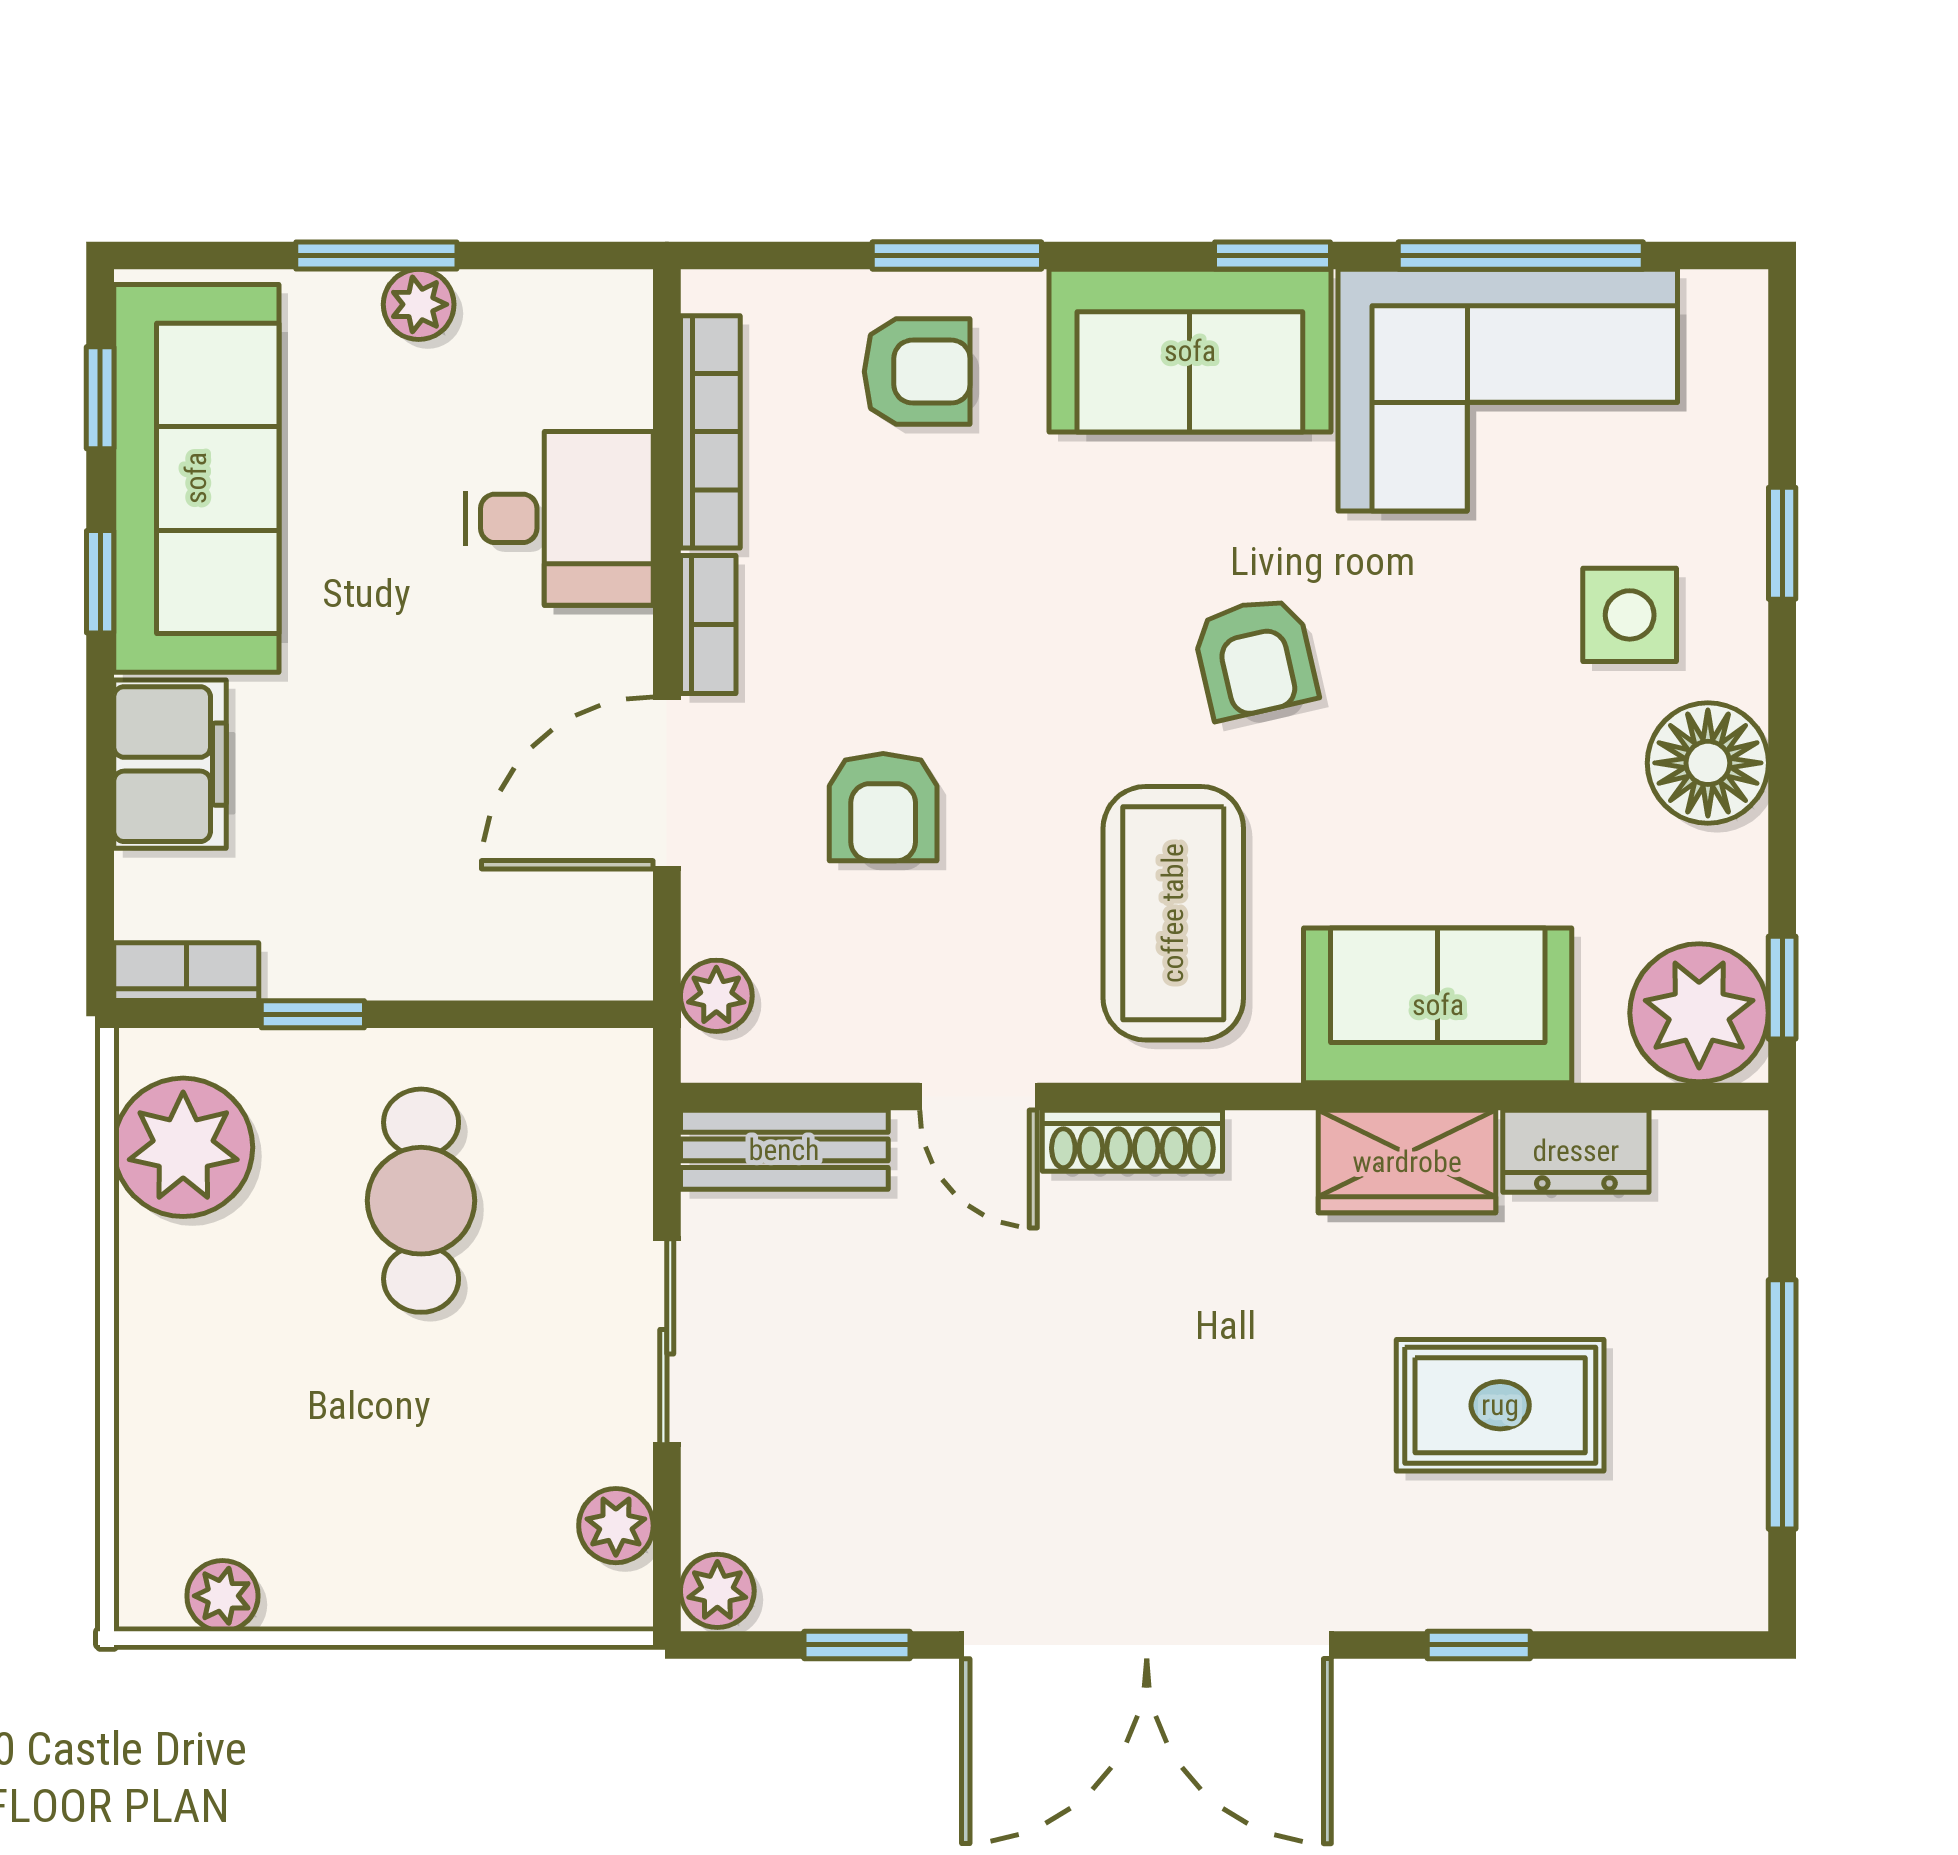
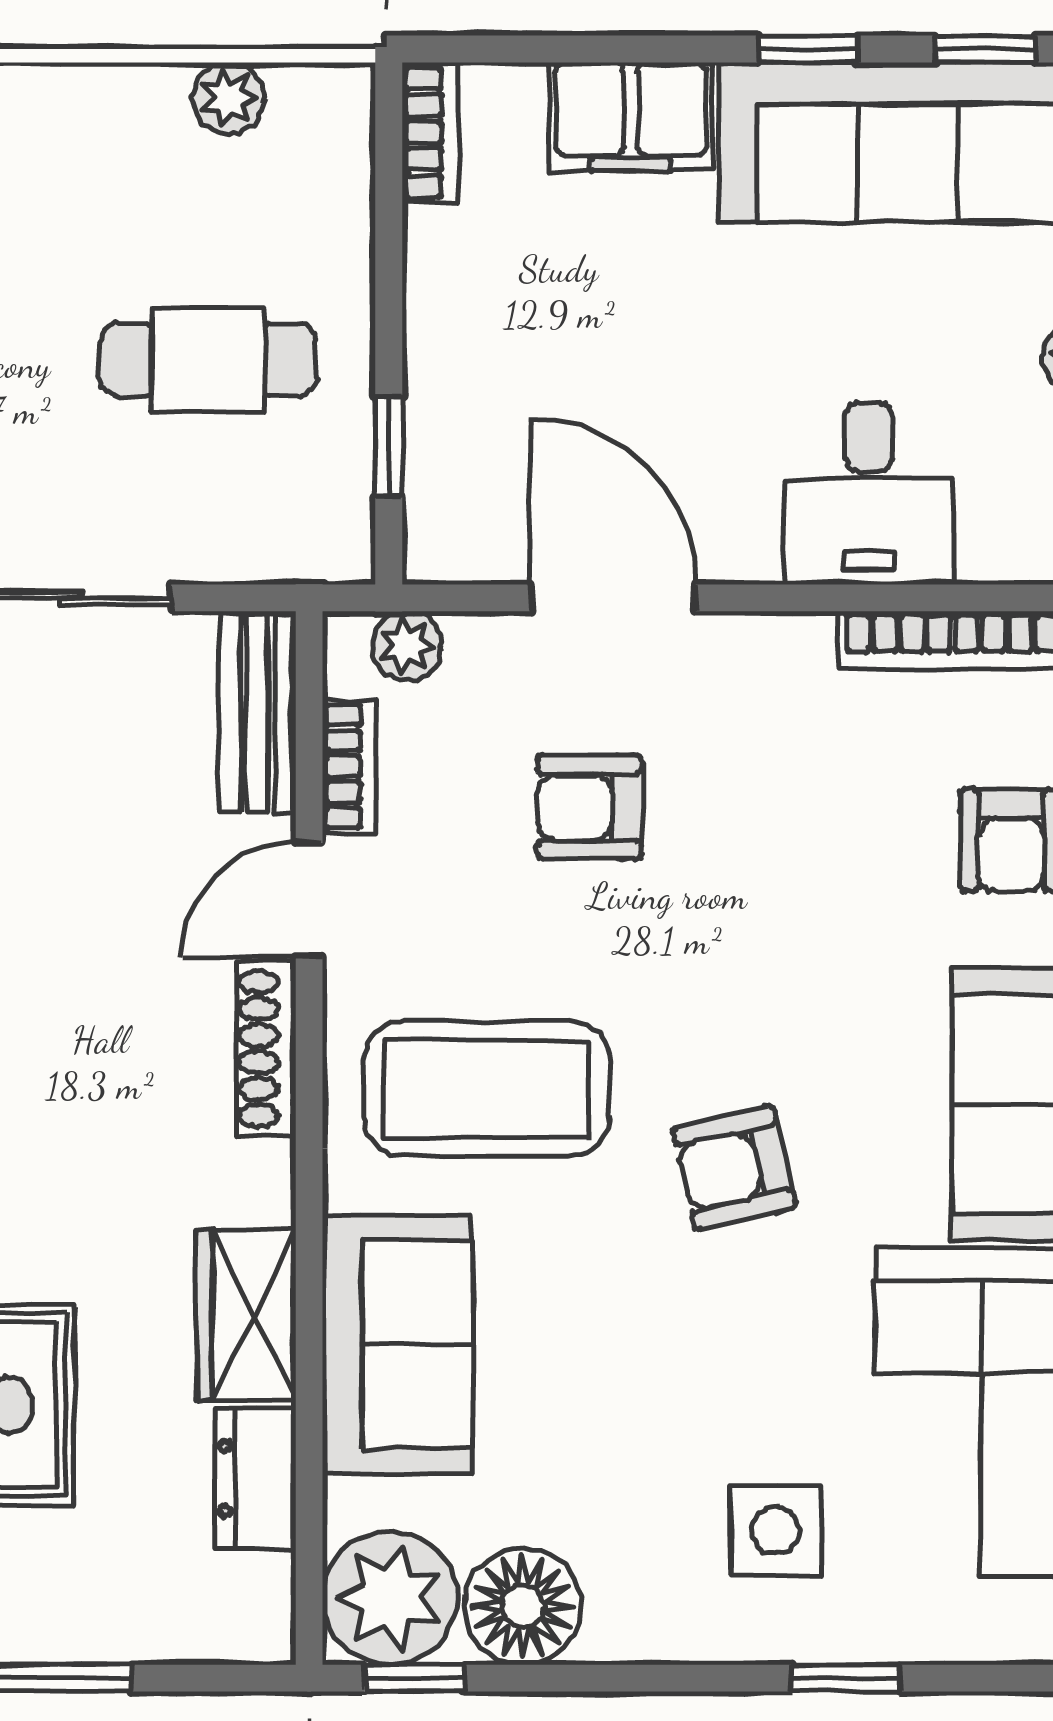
bookcase: (708, 625) -> (349, 766), moved, turned -90
floor lamp: (1708, 763) -> (523, 1606), moved
window: (313, 1014) -> (389, 446), moved
plant: (183, 1147) -> (228, 98), width x0.53, depth x0.53

